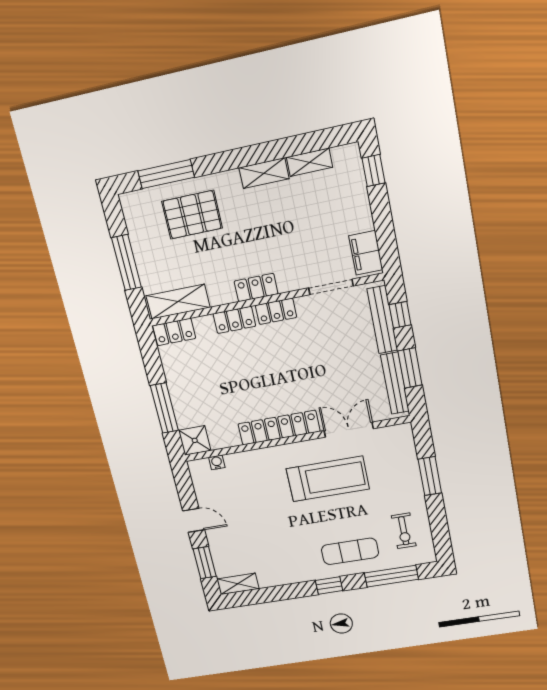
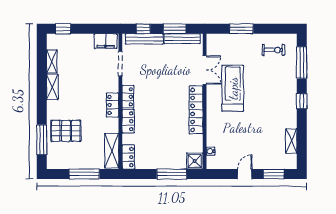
pallet: (192, 215) -> (66, 131), turned 90
double door: (349, 430) -> (205, 70), swing flipped
exercise mat: (350, 551) -> (281, 84), removed
shelving: (238, 584) -> (291, 141), moved

